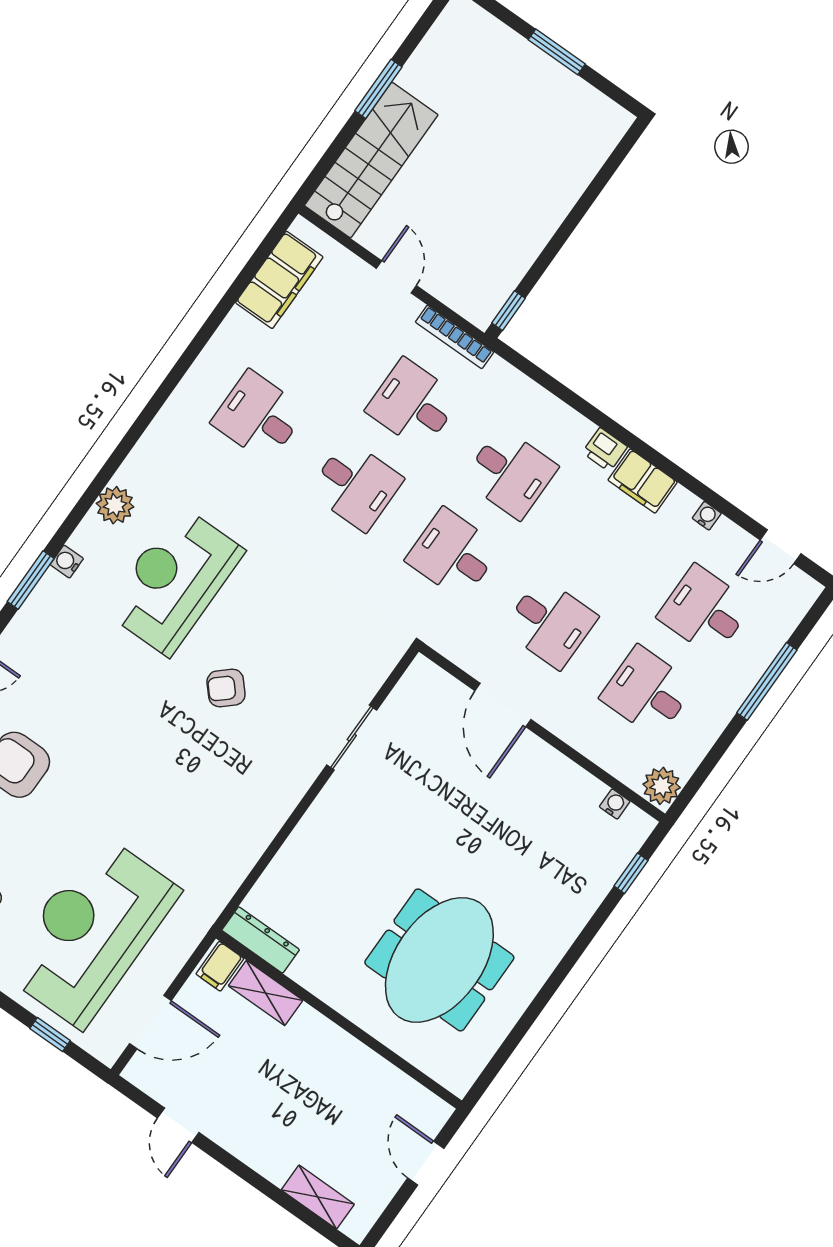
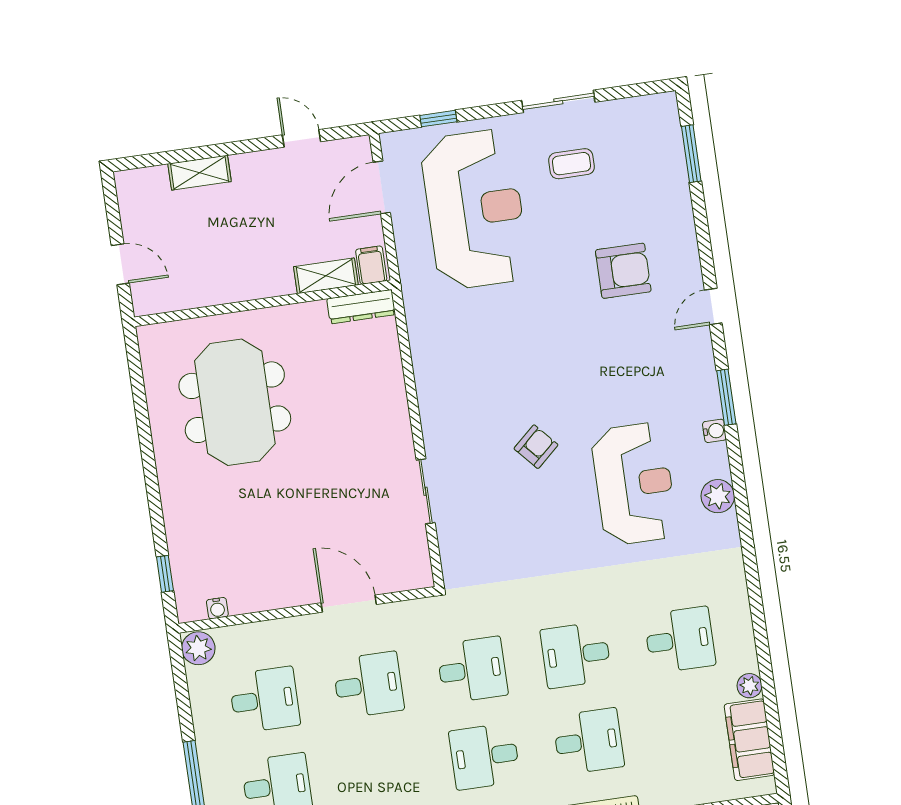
plant: (237, 324) -> (749, 686), added
desk: (550, 623) -> (368, 685), turned 180
shelving: (318, 1197) -> (200, 173), moved

